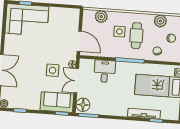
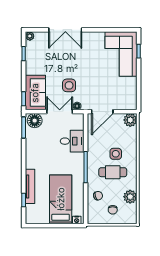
plant: (101, 17) -> (130, 120), moved

